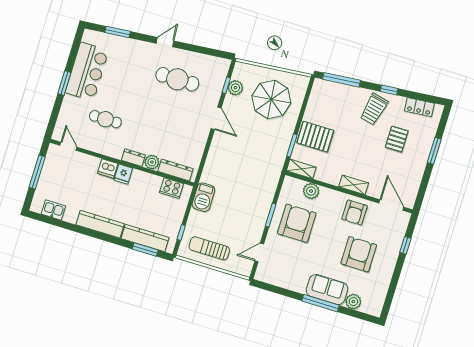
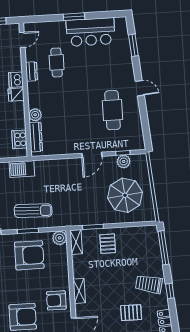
pallet: (315, 137) -> (108, 244), width x0.67, depth x0.71
dresser: (133, 158) -> (31, 71), moved
plant: (311, 191) -> (60, 238), moved
sun lounger: (252, 202) -> (33, 211), added

